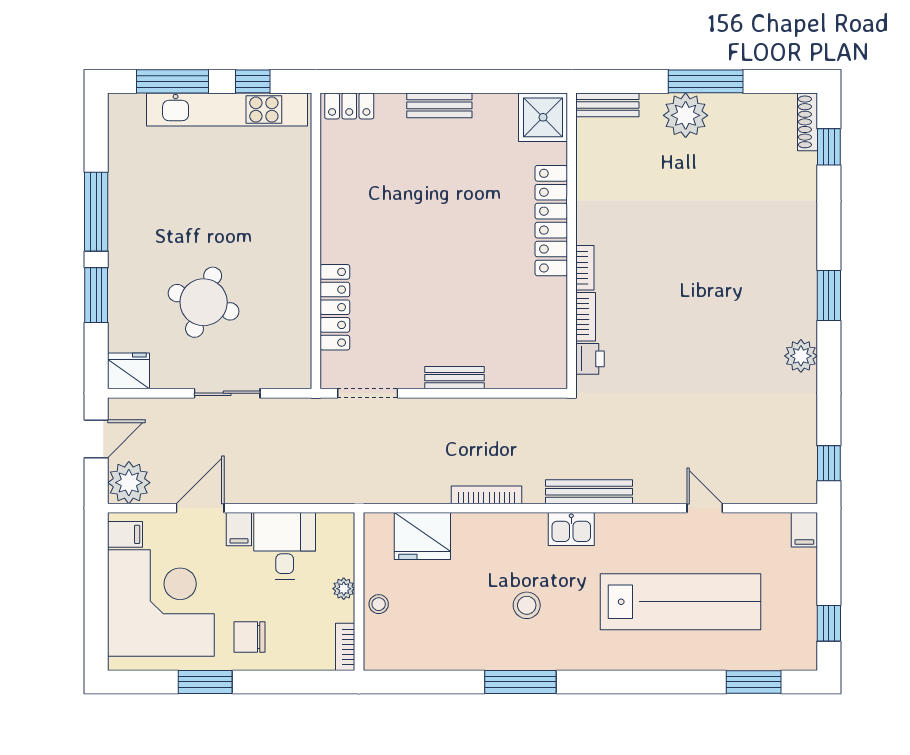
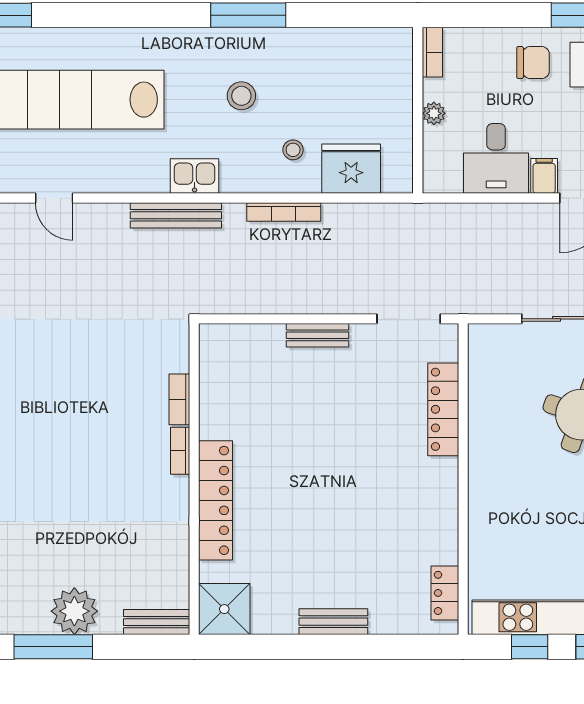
locker: (349, 106) -> (445, 593), moved, turned -90
printer: (590, 359) -> (175, 355), removed
stool: (379, 604) -> (293, 150), moved

